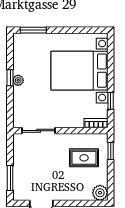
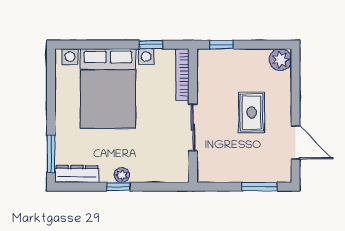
dresser: (19, 49) -> (77, 174), added
bookcase: (96, 123) -> (182, 75), width x1.56
sliding door: (39, 131) -> (193, 127), moved
rug: (84, 158) -> (252, 112), moved

